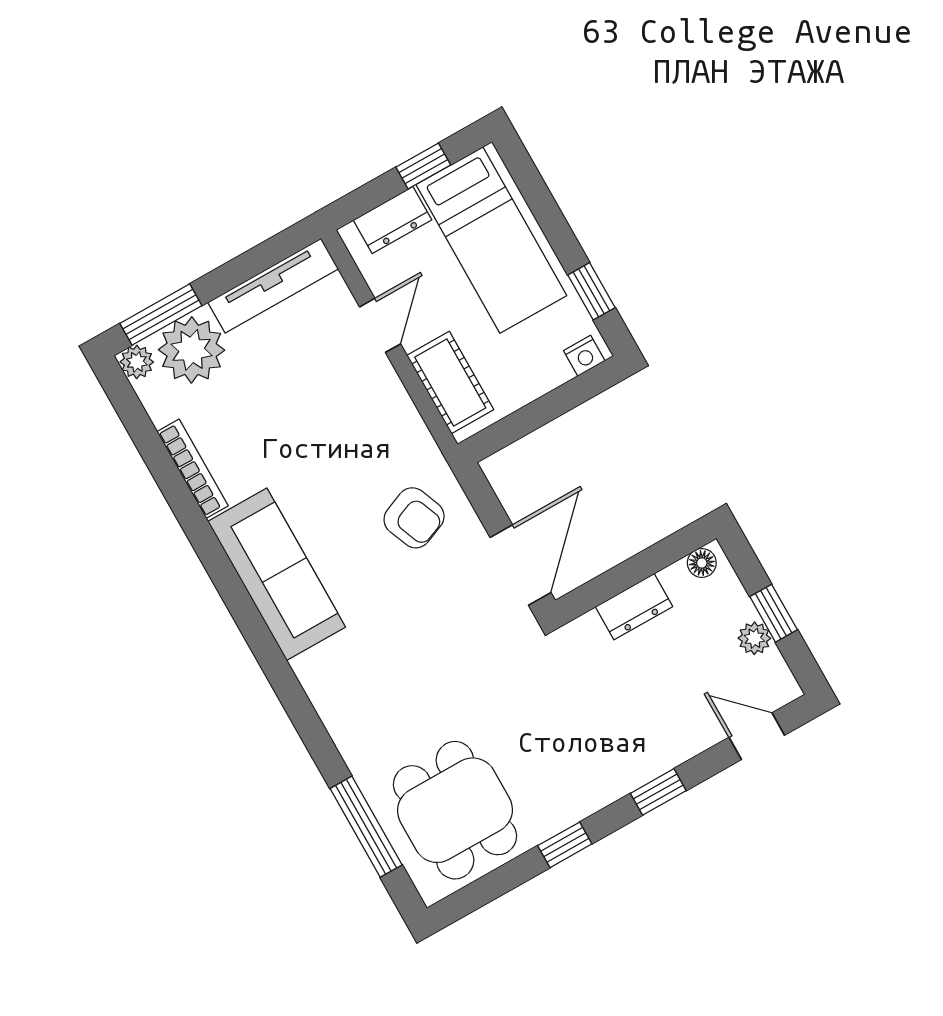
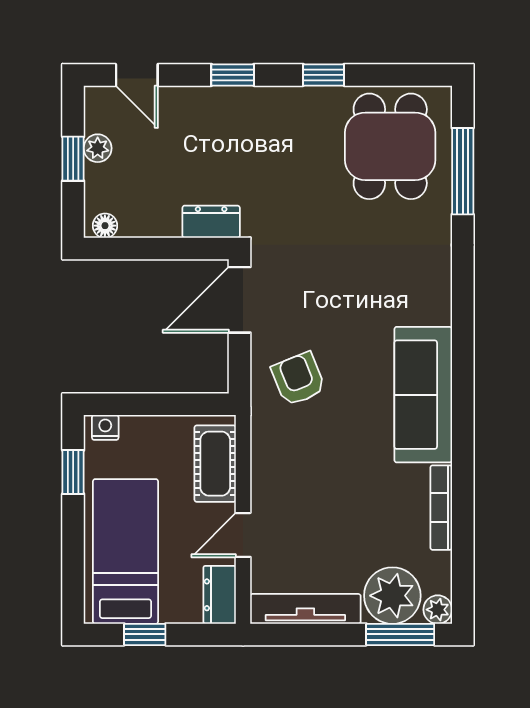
dresser: (393, 220) -> (220, 595), moved, turned -90
dresser: (634, 607) -> (211, 222), moved

